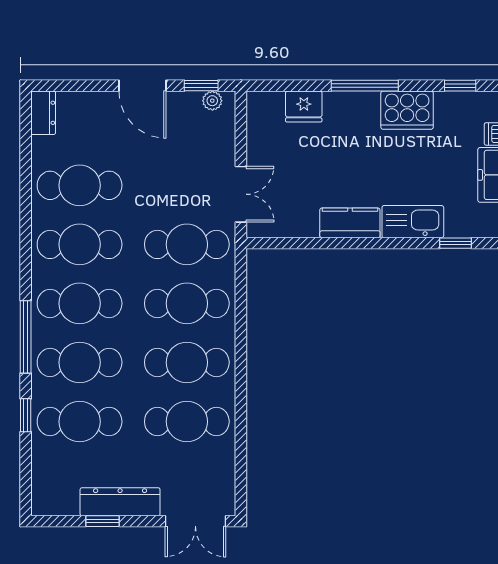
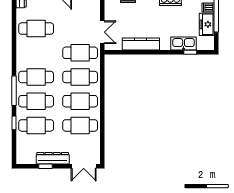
kitchen sink: (413, 222) -> (184, 43), moved
kitchen counter: (350, 223) -> (141, 44), width x1.50
cafe table: (80, 244) -> (36, 53), removed

